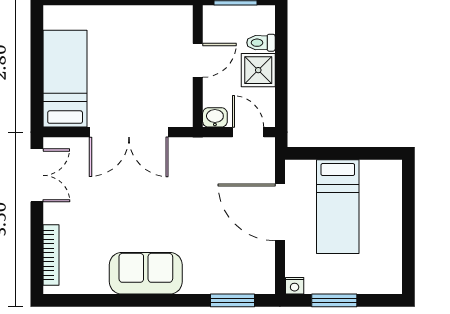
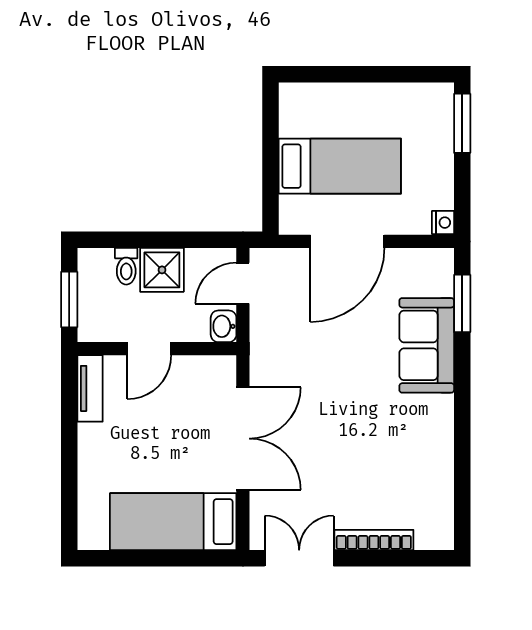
tv unit: (167, 15) -> (90, 388), added
door: (198, 60) -> (149, 349), swing flipped
bookcase: (51, 255) -> (374, 540), moved
sofa: (146, 273) -> (427, 345), moved
window: (334, 300) -> (462, 123), moved

